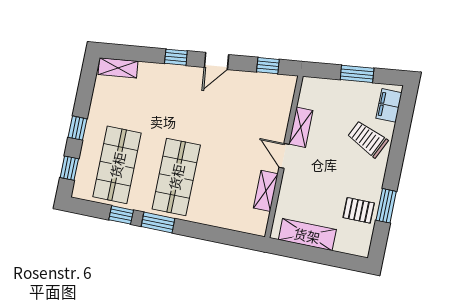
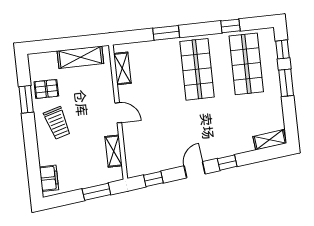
window: (357, 74) -> (96, 192), moved
shelving: (301, 127) -> (114, 151), moved
window: (78, 128) -> (286, 83), width x1.50
trolley: (368, 139) -> (57, 123), moved, turned 49
shelving: (266, 191) -> (122, 68), moved
window: (158, 223) -> (166, 33), moved

